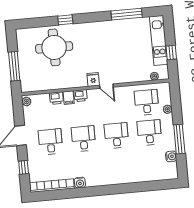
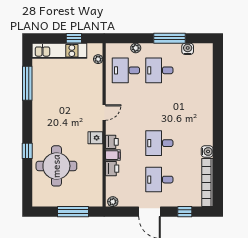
fridge: (93, 79) -> (95, 138), moved
desk: (116, 136) -> (159, 107), removed

